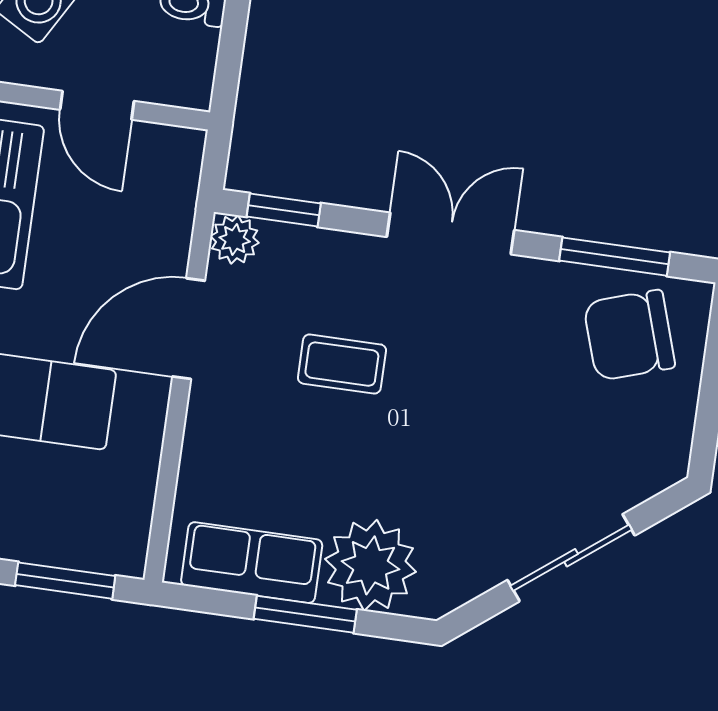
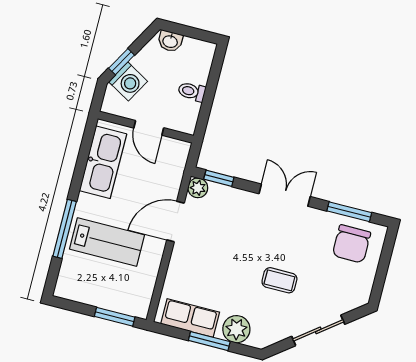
chair: (629, 335) -> (352, 244), turned -72
coffee table: (342, 364) -> (279, 280), moved
plant: (371, 565) -> (236, 329), width x0.73, depth x0.73

